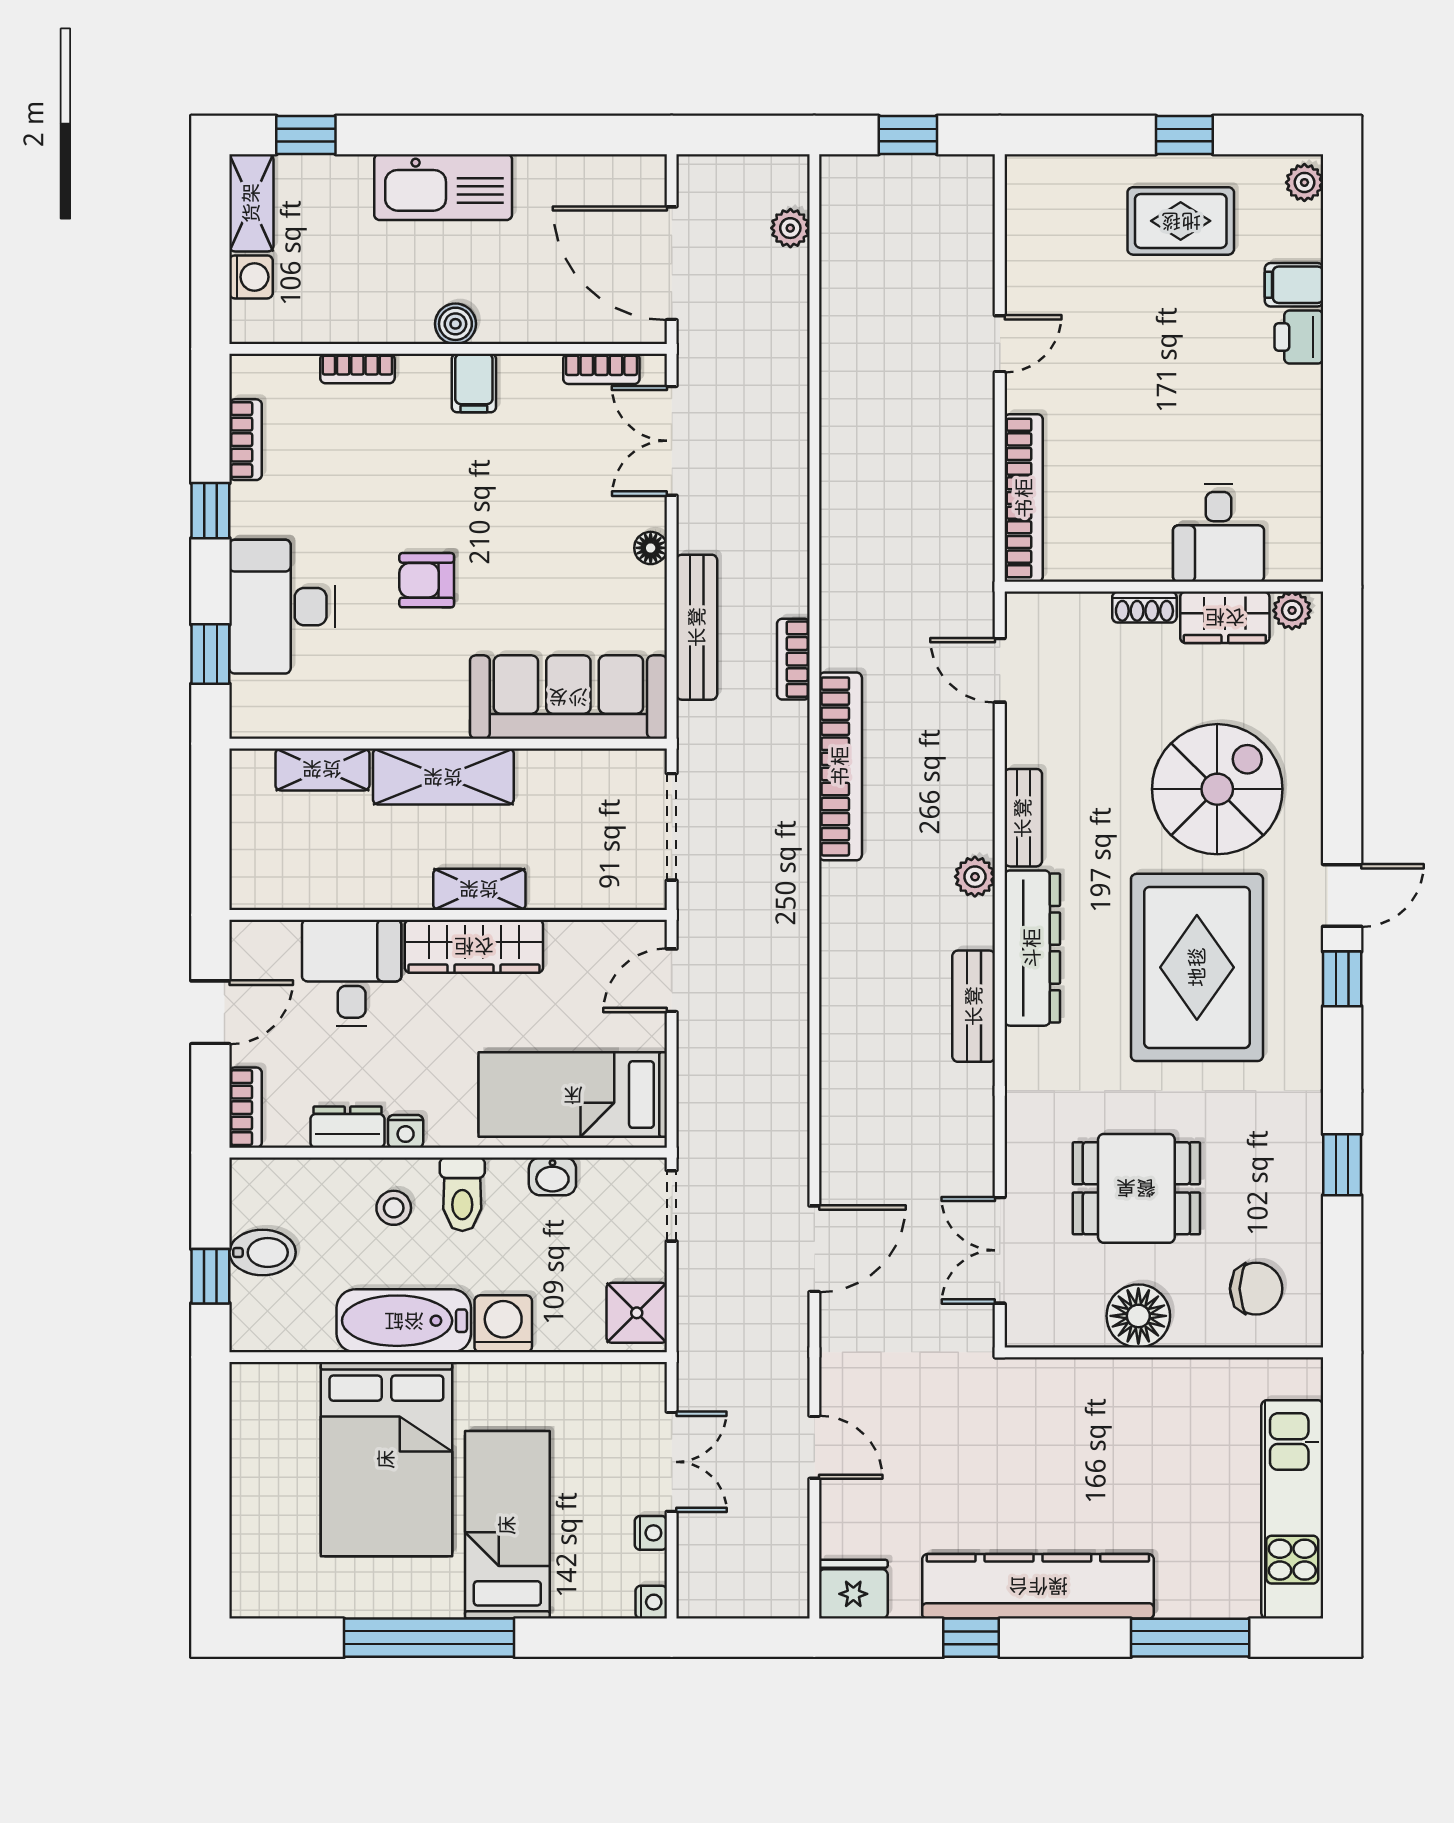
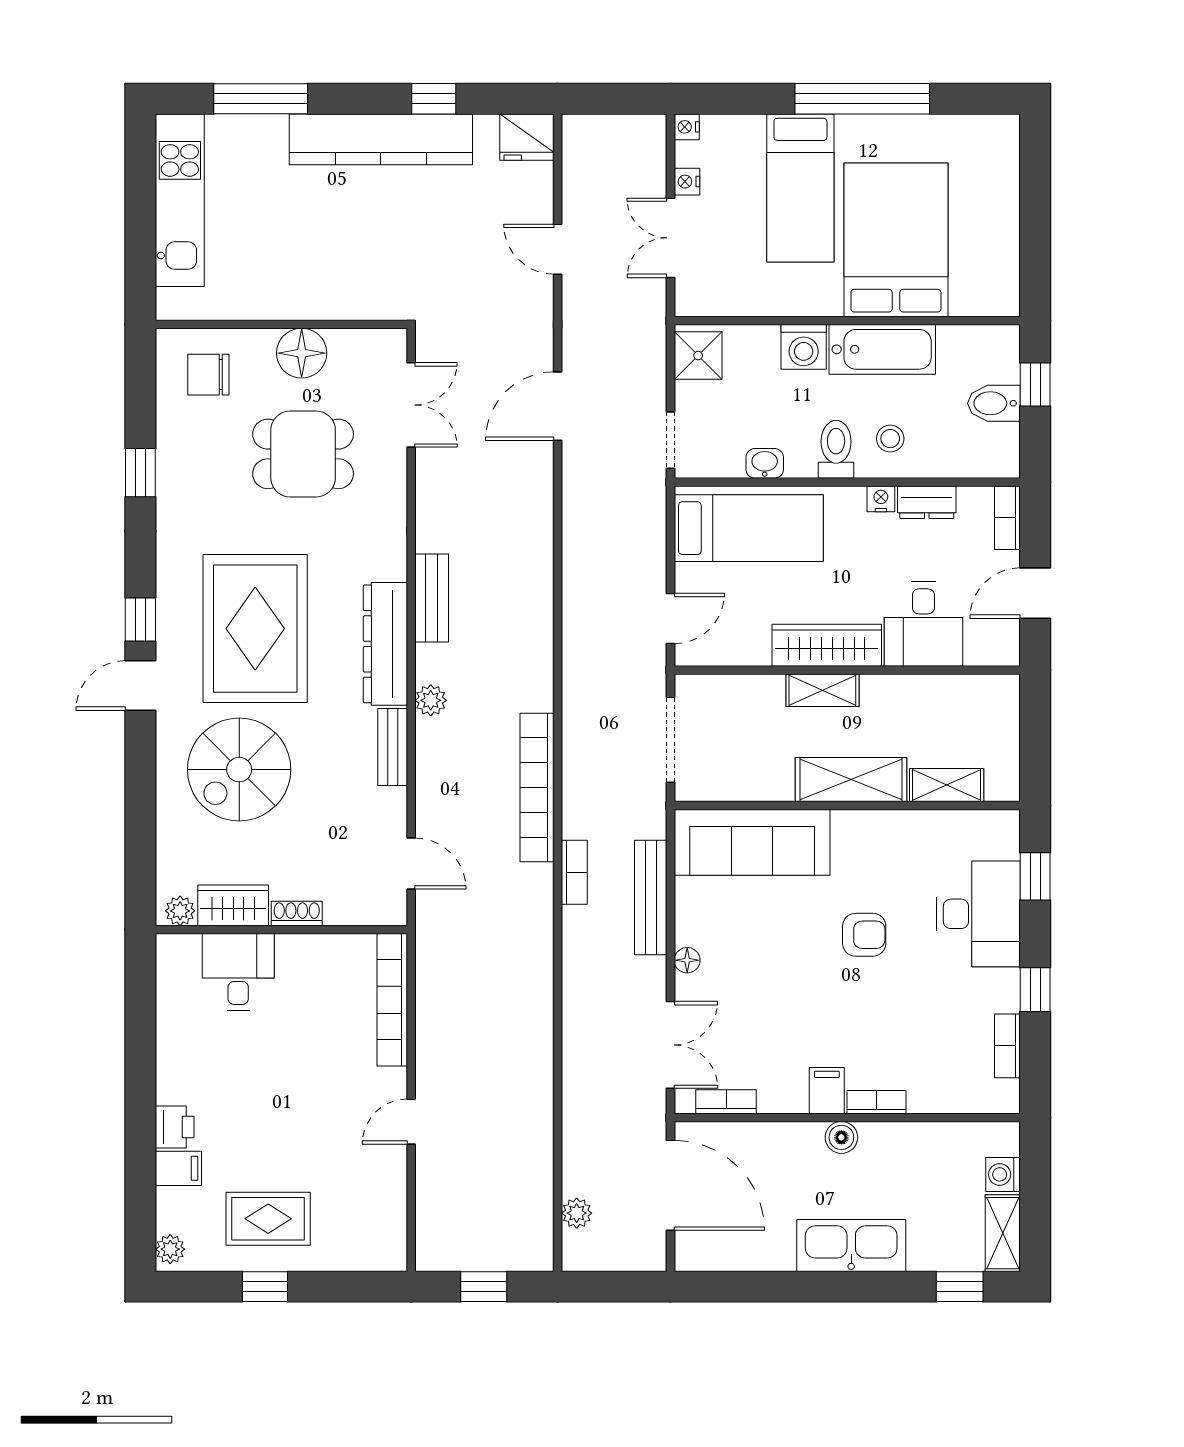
bookcase: (357, 369) -> (877, 1102), moved

